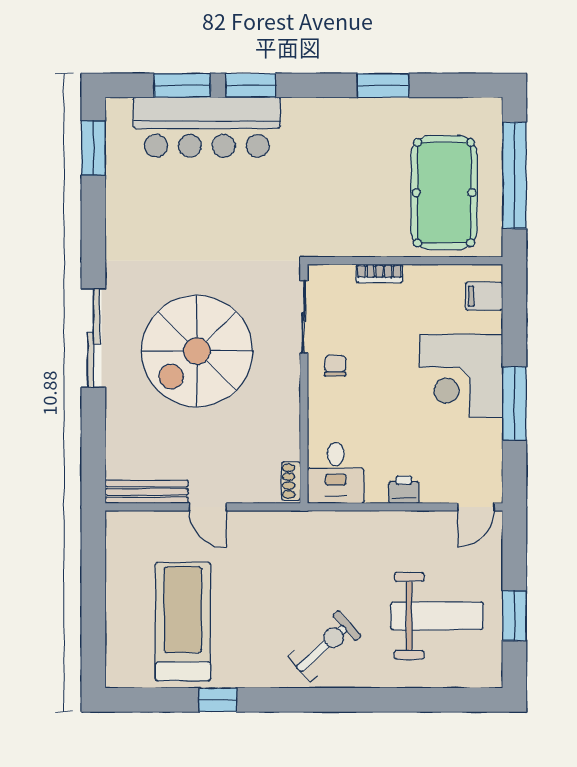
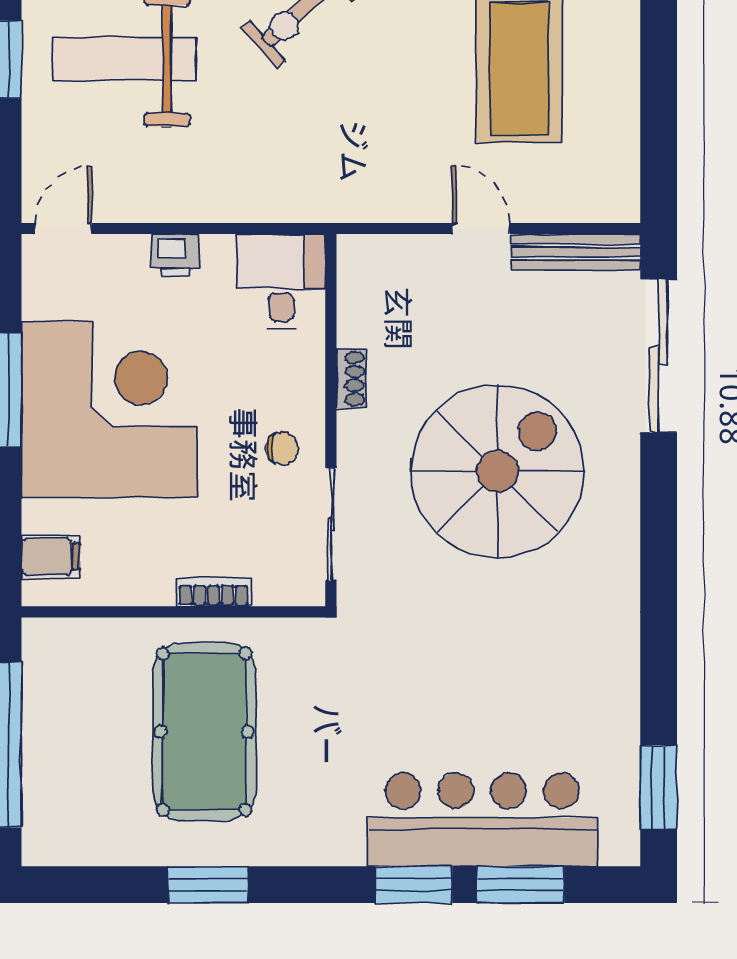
pool table: (444, 193) -> (204, 732), moved
sliding door: (93, 338) -> (659, 356), moved
chair: (335, 366) -> (282, 448), turned -90
corner desk: (461, 376) -> (109, 410), width x1.36, depth x1.36
shoe rack: (291, 481) -> (351, 378), moved

